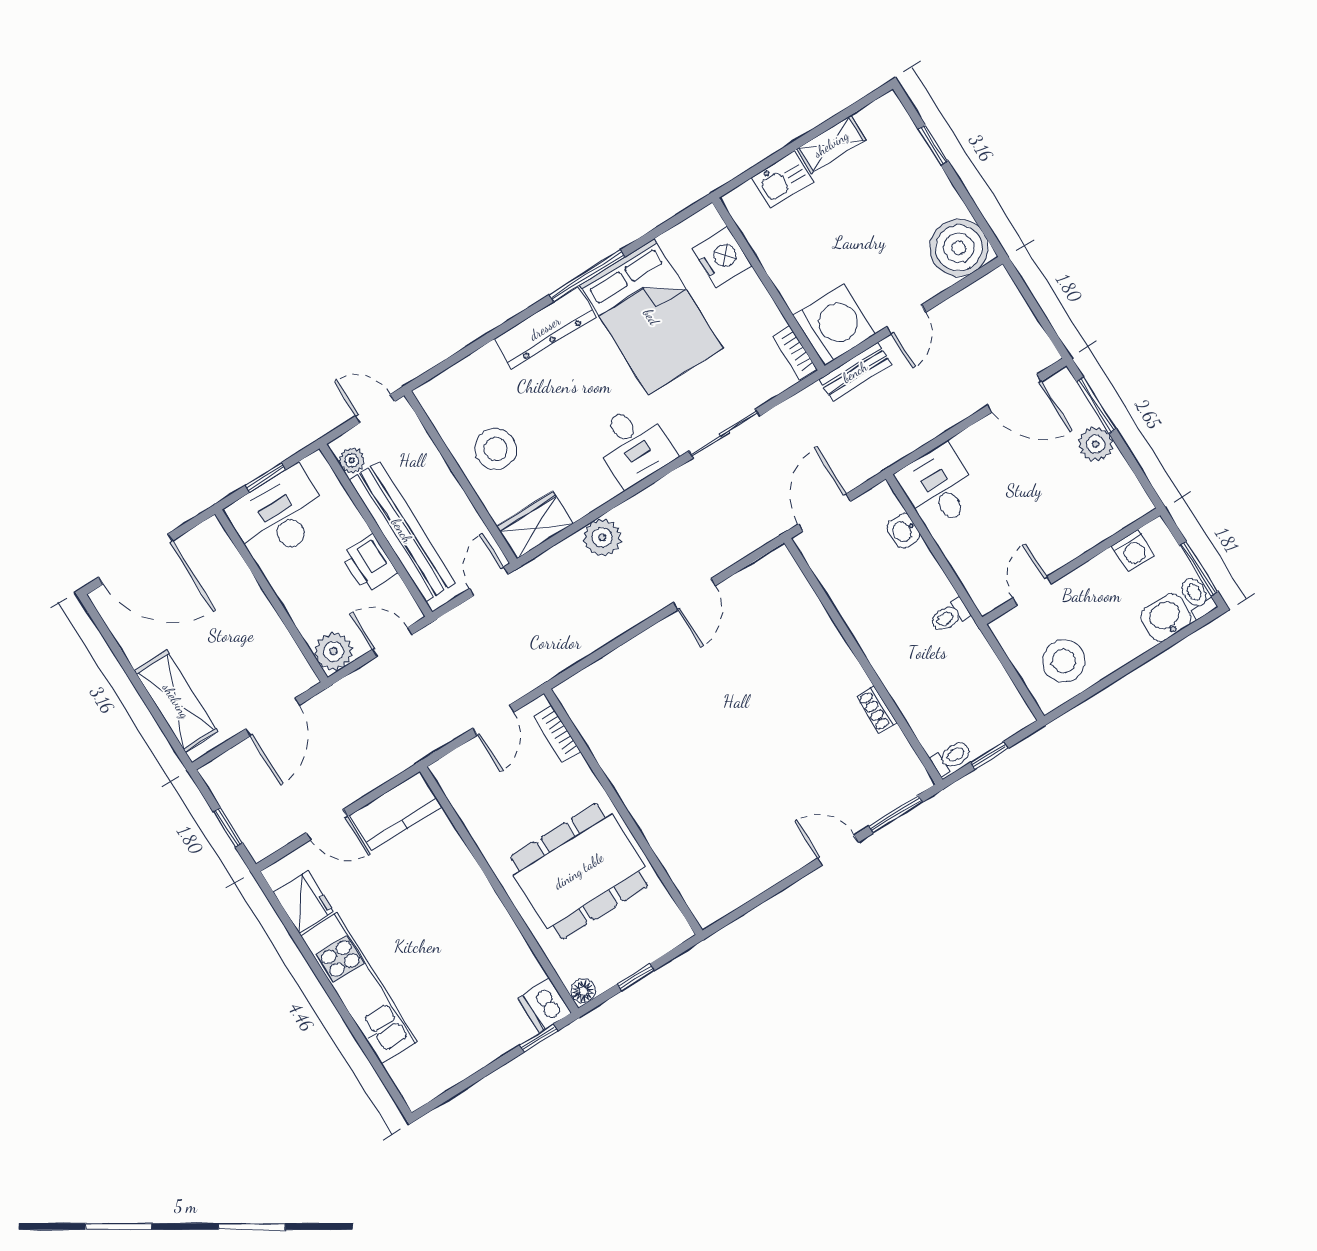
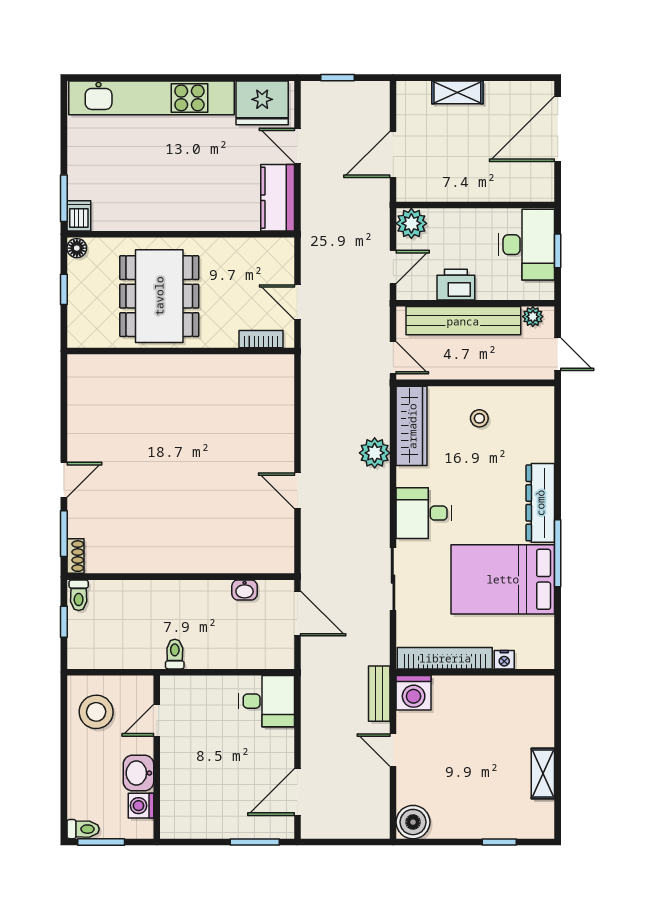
kitchen sink: (782, 179) -> (540, 726), removed
boiler: (959, 248) -> (413, 822), width x0.73, depth x0.73
nightstand: (722, 257) -> (504, 660), width x0.53, depth x0.56
washing machine: (834, 325) -> (414, 693), width x0.73, depth x0.73
bookcase: (795, 353) -> (445, 658), width x2.31, depth x1.31
door: (375, 409) -> (558, 354), hinge flipped
plant: (1096, 444) -> (229, 825), removed
stool: (496, 449) -> (479, 418), width x0.53, depth x0.53
wardrobe: (535, 525) -> (412, 426), width x1.50
washbasin: (903, 531) -> (245, 590), moved, turned 180
door: (1032, 591) -> (157, 720), swing flipped
washbasin: (1166, 617) -> (138, 773), moved, turned 180
shelving: (176, 701) -> (457, 92), width x0.67, depth x0.75
shoe rack: (876, 710) -> (76, 556), moved, turned 90
door: (272, 717) -> (393, 154), hinge flipped
door: (327, 825) -> (297, 146), hinge flipped
fridge: (304, 902) -> (262, 103), width x1.36, depth x1.34
kitchen unit: (359, 988) -> (151, 98), width x1.36
dishwasher: (545, 1006) -> (79, 216), width x0.73
window: (539, 1038) -> (64, 198), width x1.50

